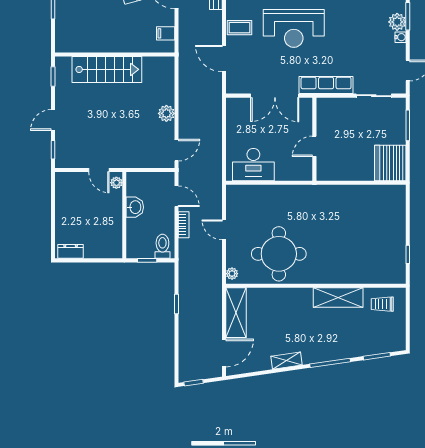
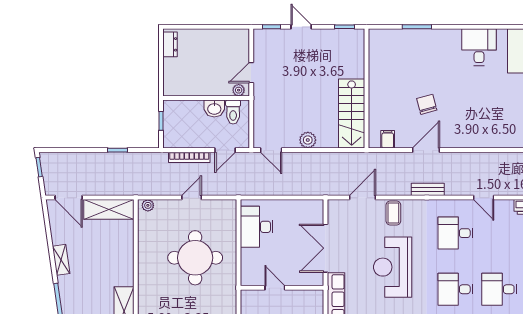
stairs: (107, 69) -> (352, 114), moved
bookcase: (184, 225) -> (189, 157), width x1.56
toilet: (162, 246) -> (233, 112), moved, turned 90
round table: (279, 254) -> (195, 258), moved

